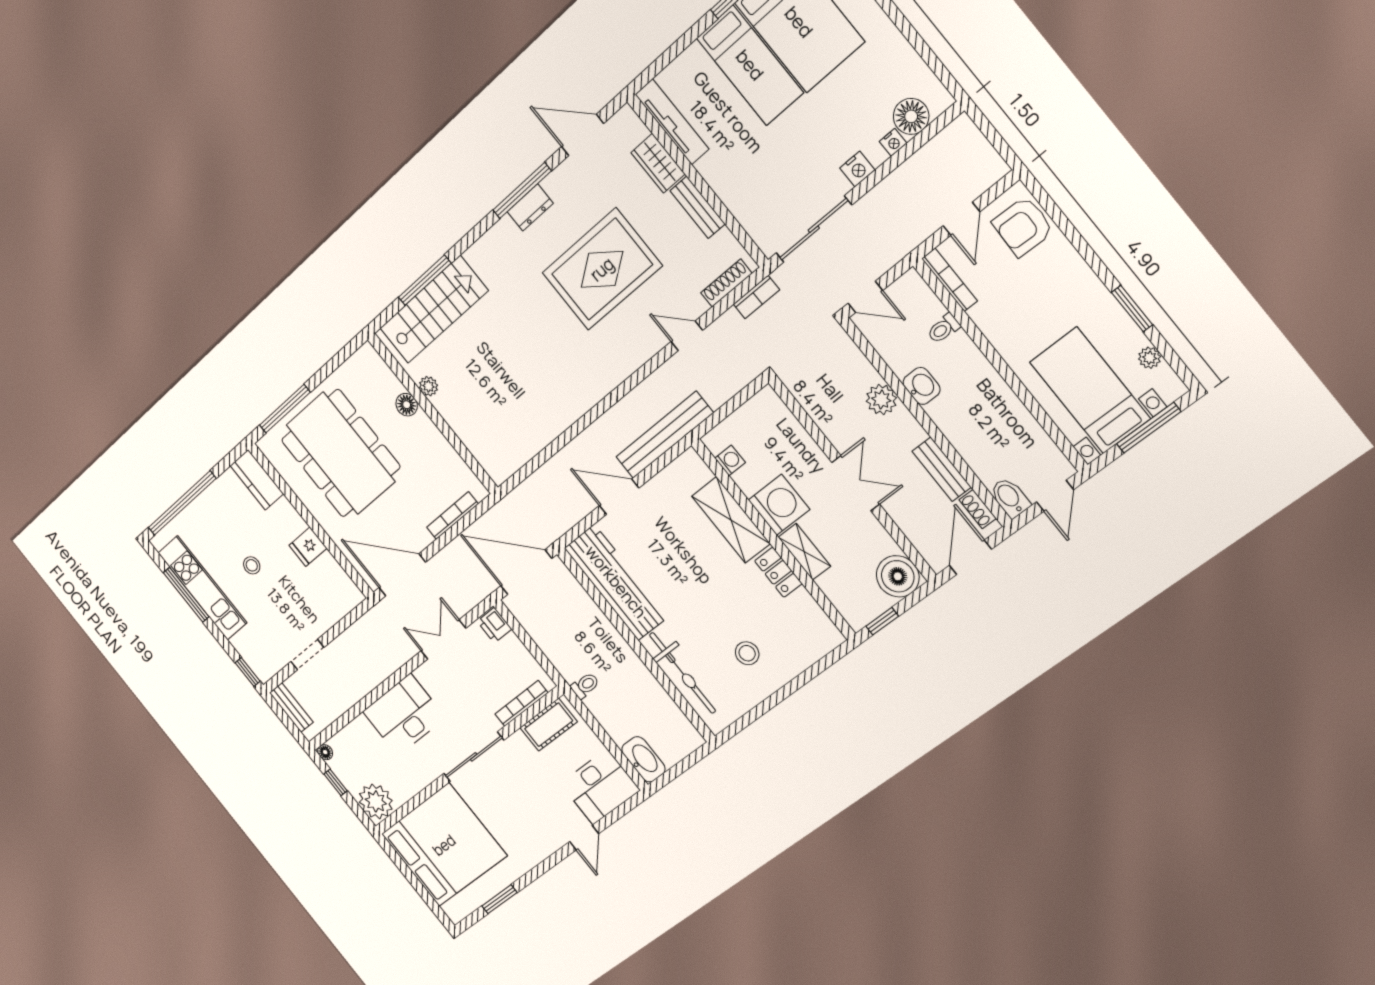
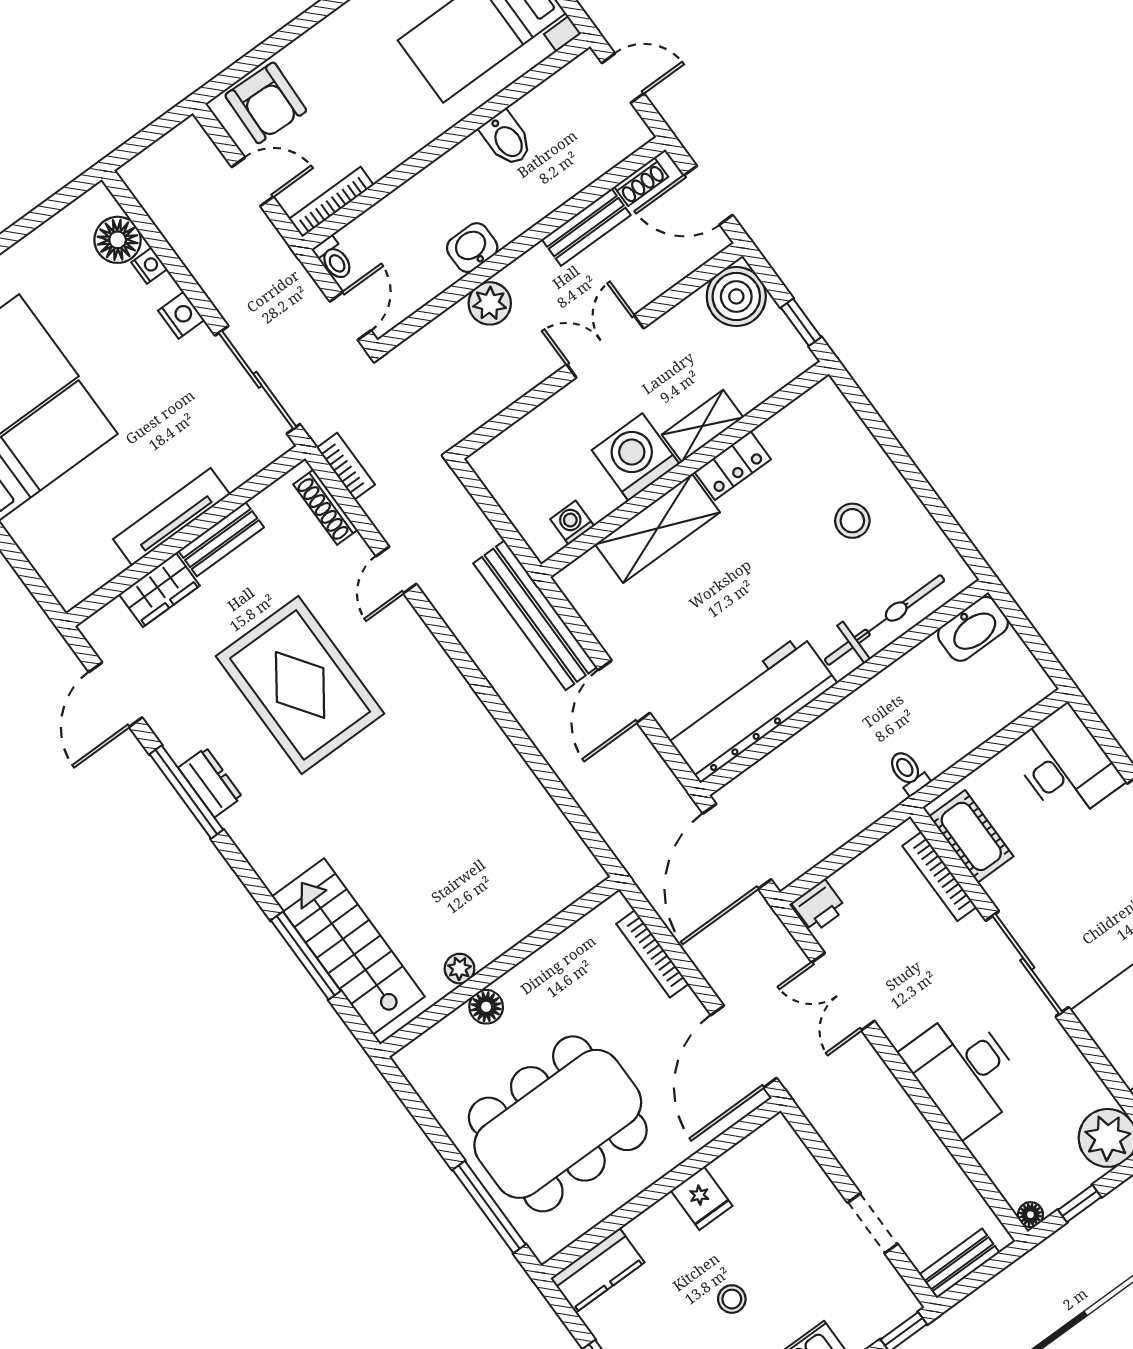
tv unit: (672, 122) -> (171, 517), moved
toilet: (944, 328) -> (334, 259), moved
bidet: (1010, 498) -> (506, 139), moved, turned -90
washbasin: (643, 759) -> (973, 629), moved, turned 180

